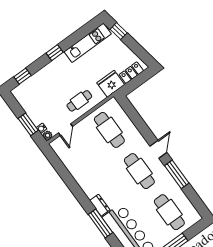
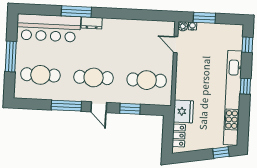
kitchen unit: (88, 43) -> (233, 98), width x1.86
cafe table: (79, 101) -> (190, 75), removed
window: (141, 125) -> (130, 109), added

